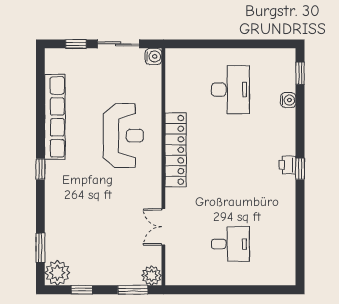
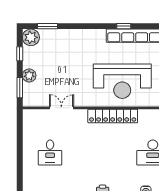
reception desk: (123, 136) -> (122, 81), width x1.36, depth x1.30
window: (40, 169) -> (124, 26), moved
plant: (152, 275) -> (29, 75), moved

